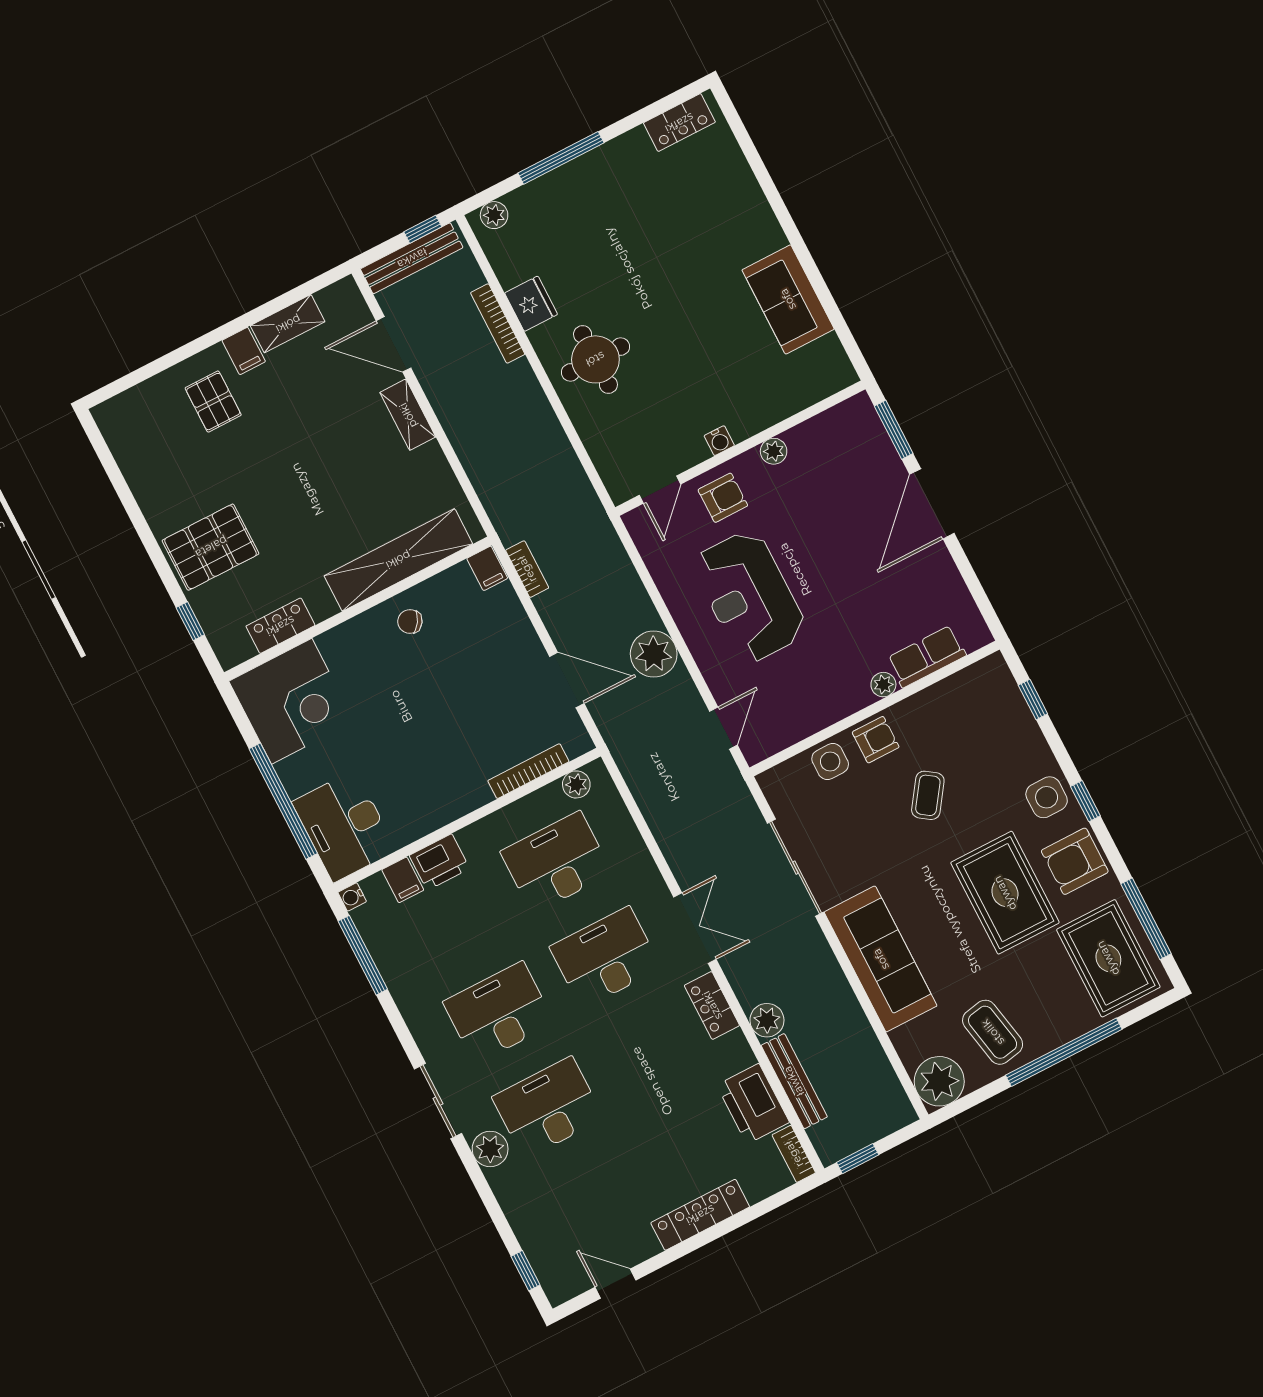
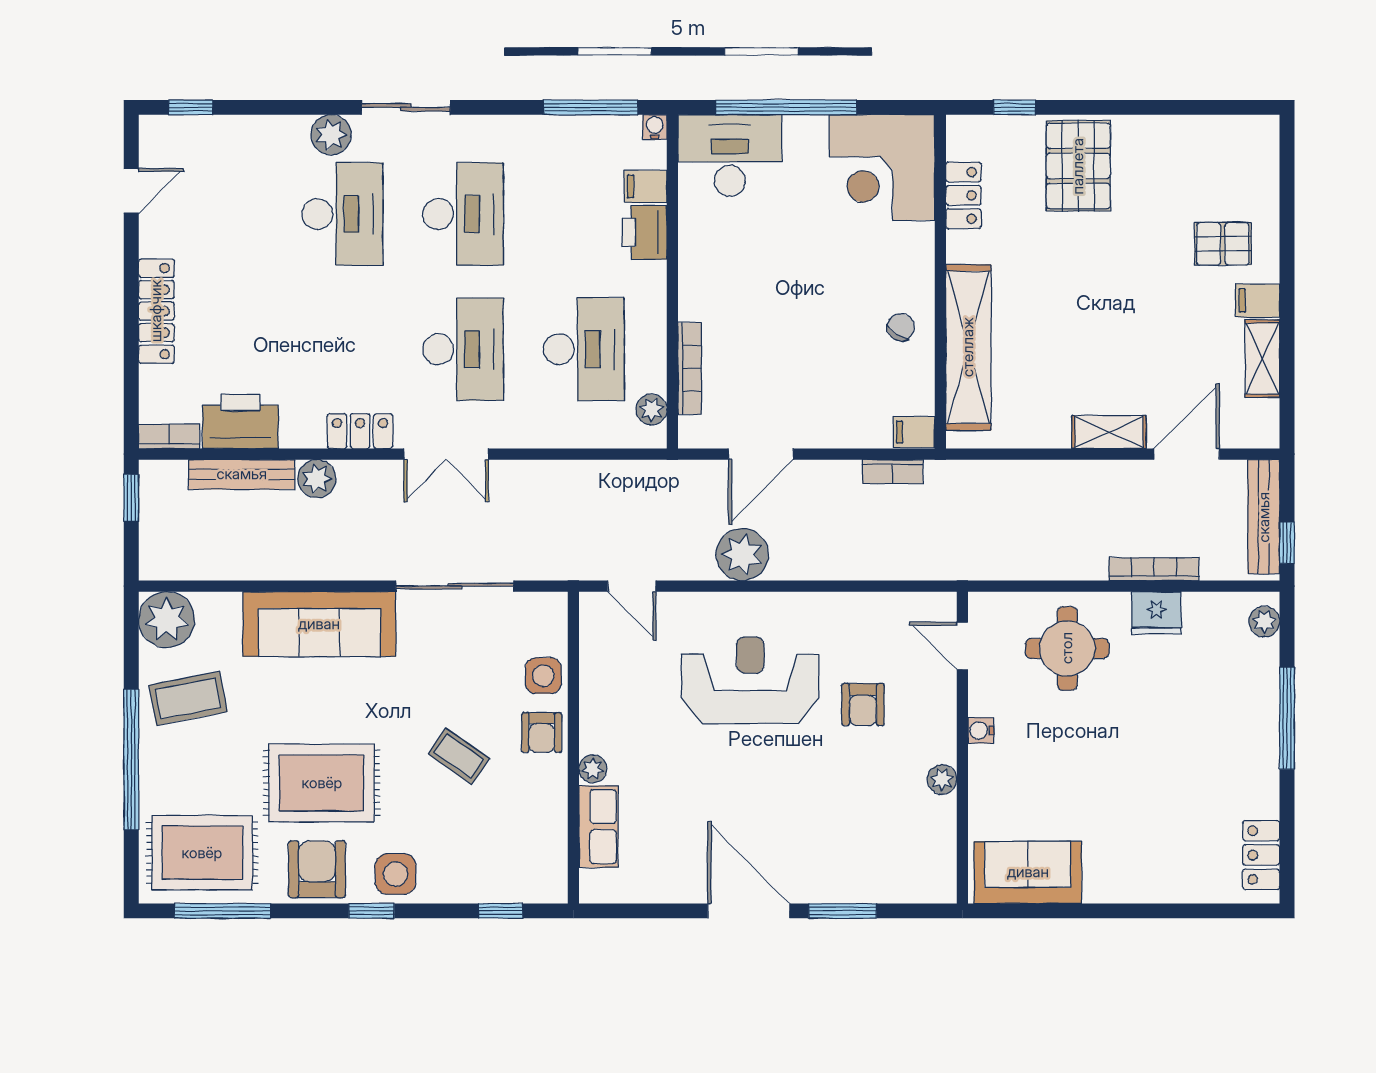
water cooler: (719, 441) -> (981, 731), moved
wall: (740, 448) -> (962, 748), moved
plant: (774, 451) -> (942, 779), moved
door: (660, 490) -> (962, 646), moved

